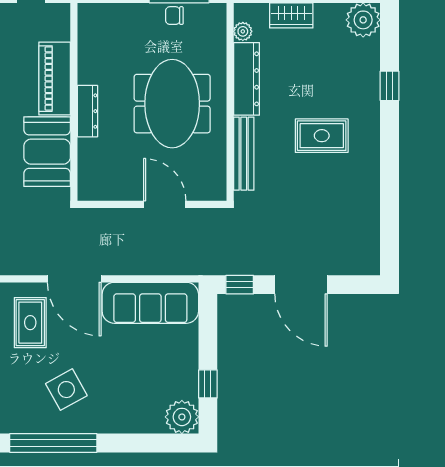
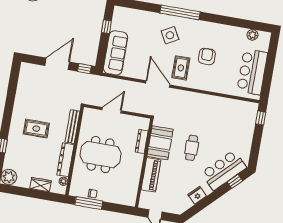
meeting table: (172, 104) -> (101, 155), turned 90
dresser: (88, 111) -> (142, 141), moved
door: (165, 204) -> (112, 110), swing flipped
door: (301, 285) -> (57, 64), hinge flipped
sofa: (150, 303) -> (116, 53), moved, turned 90
plant: (182, 417) -> (121, 14), removed

